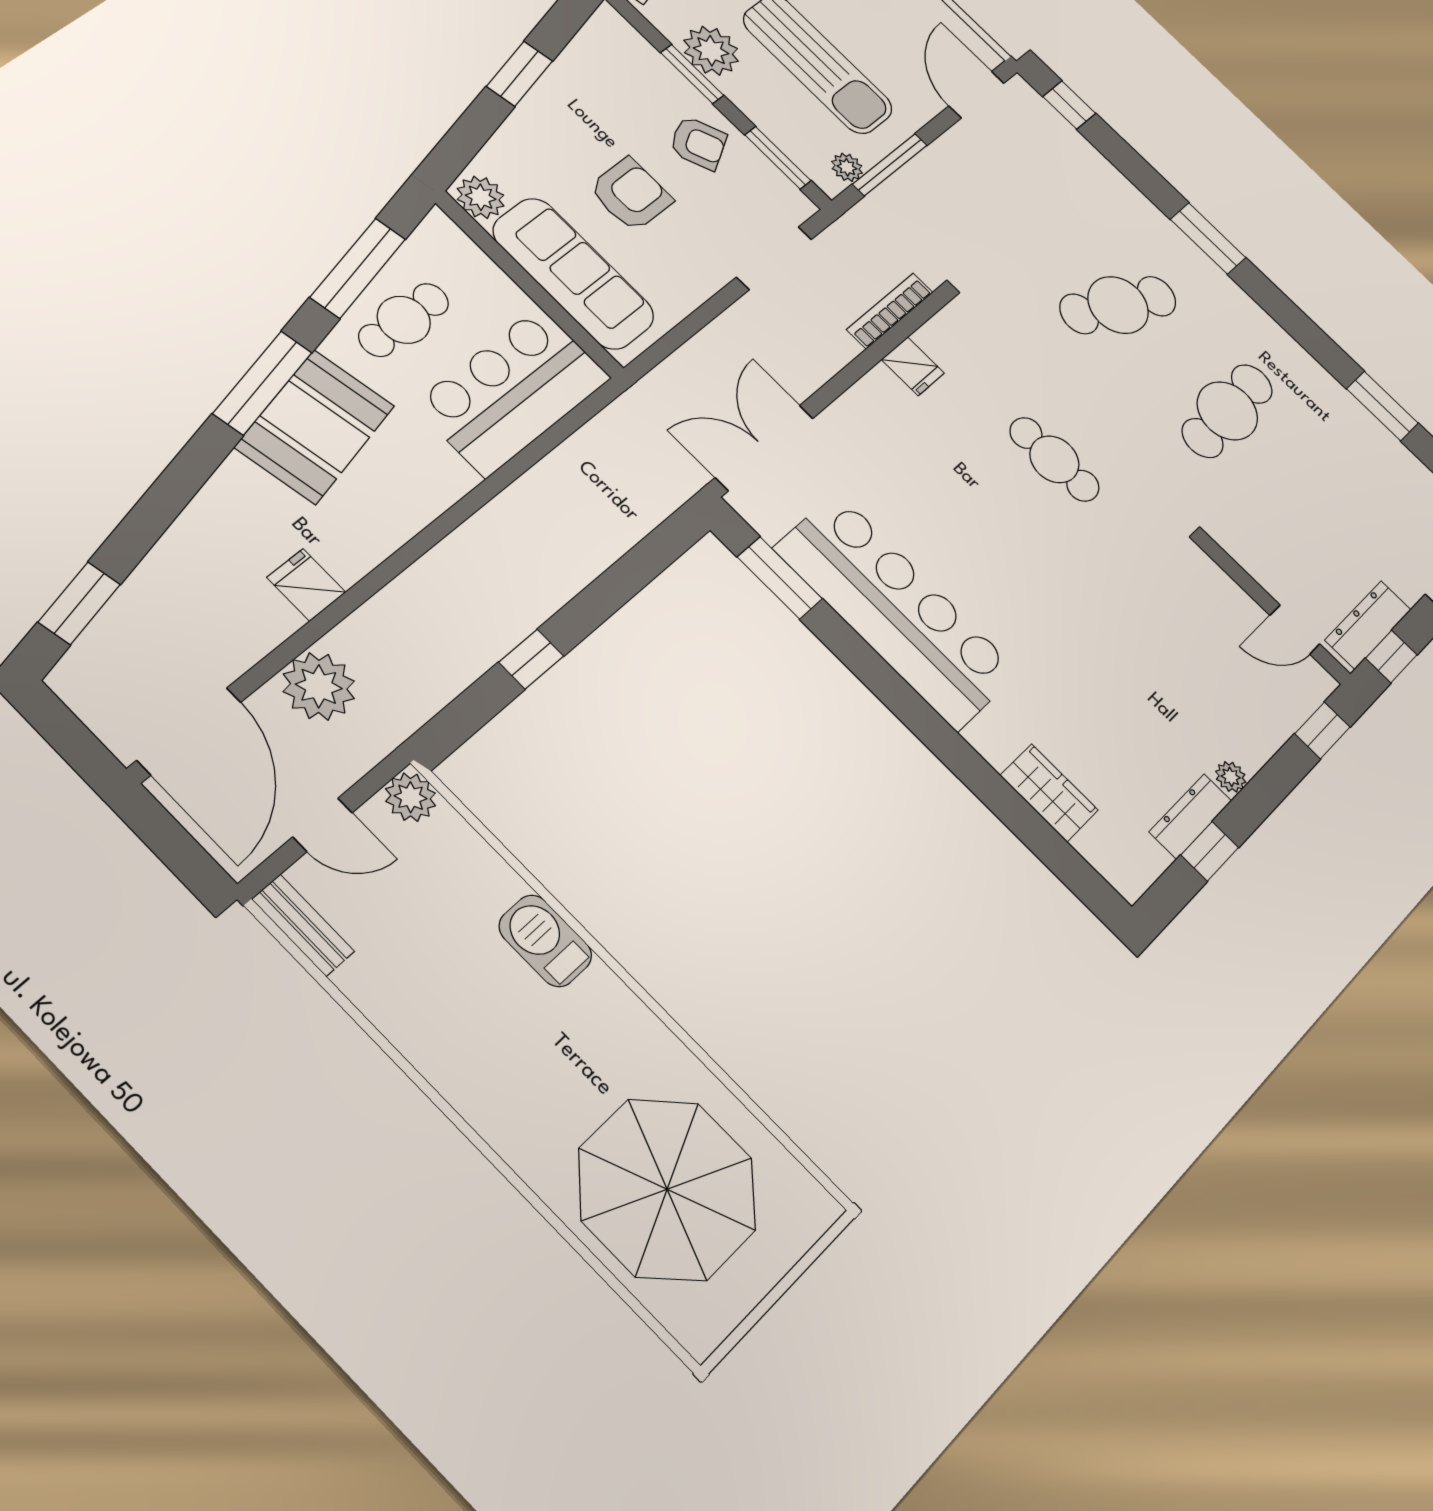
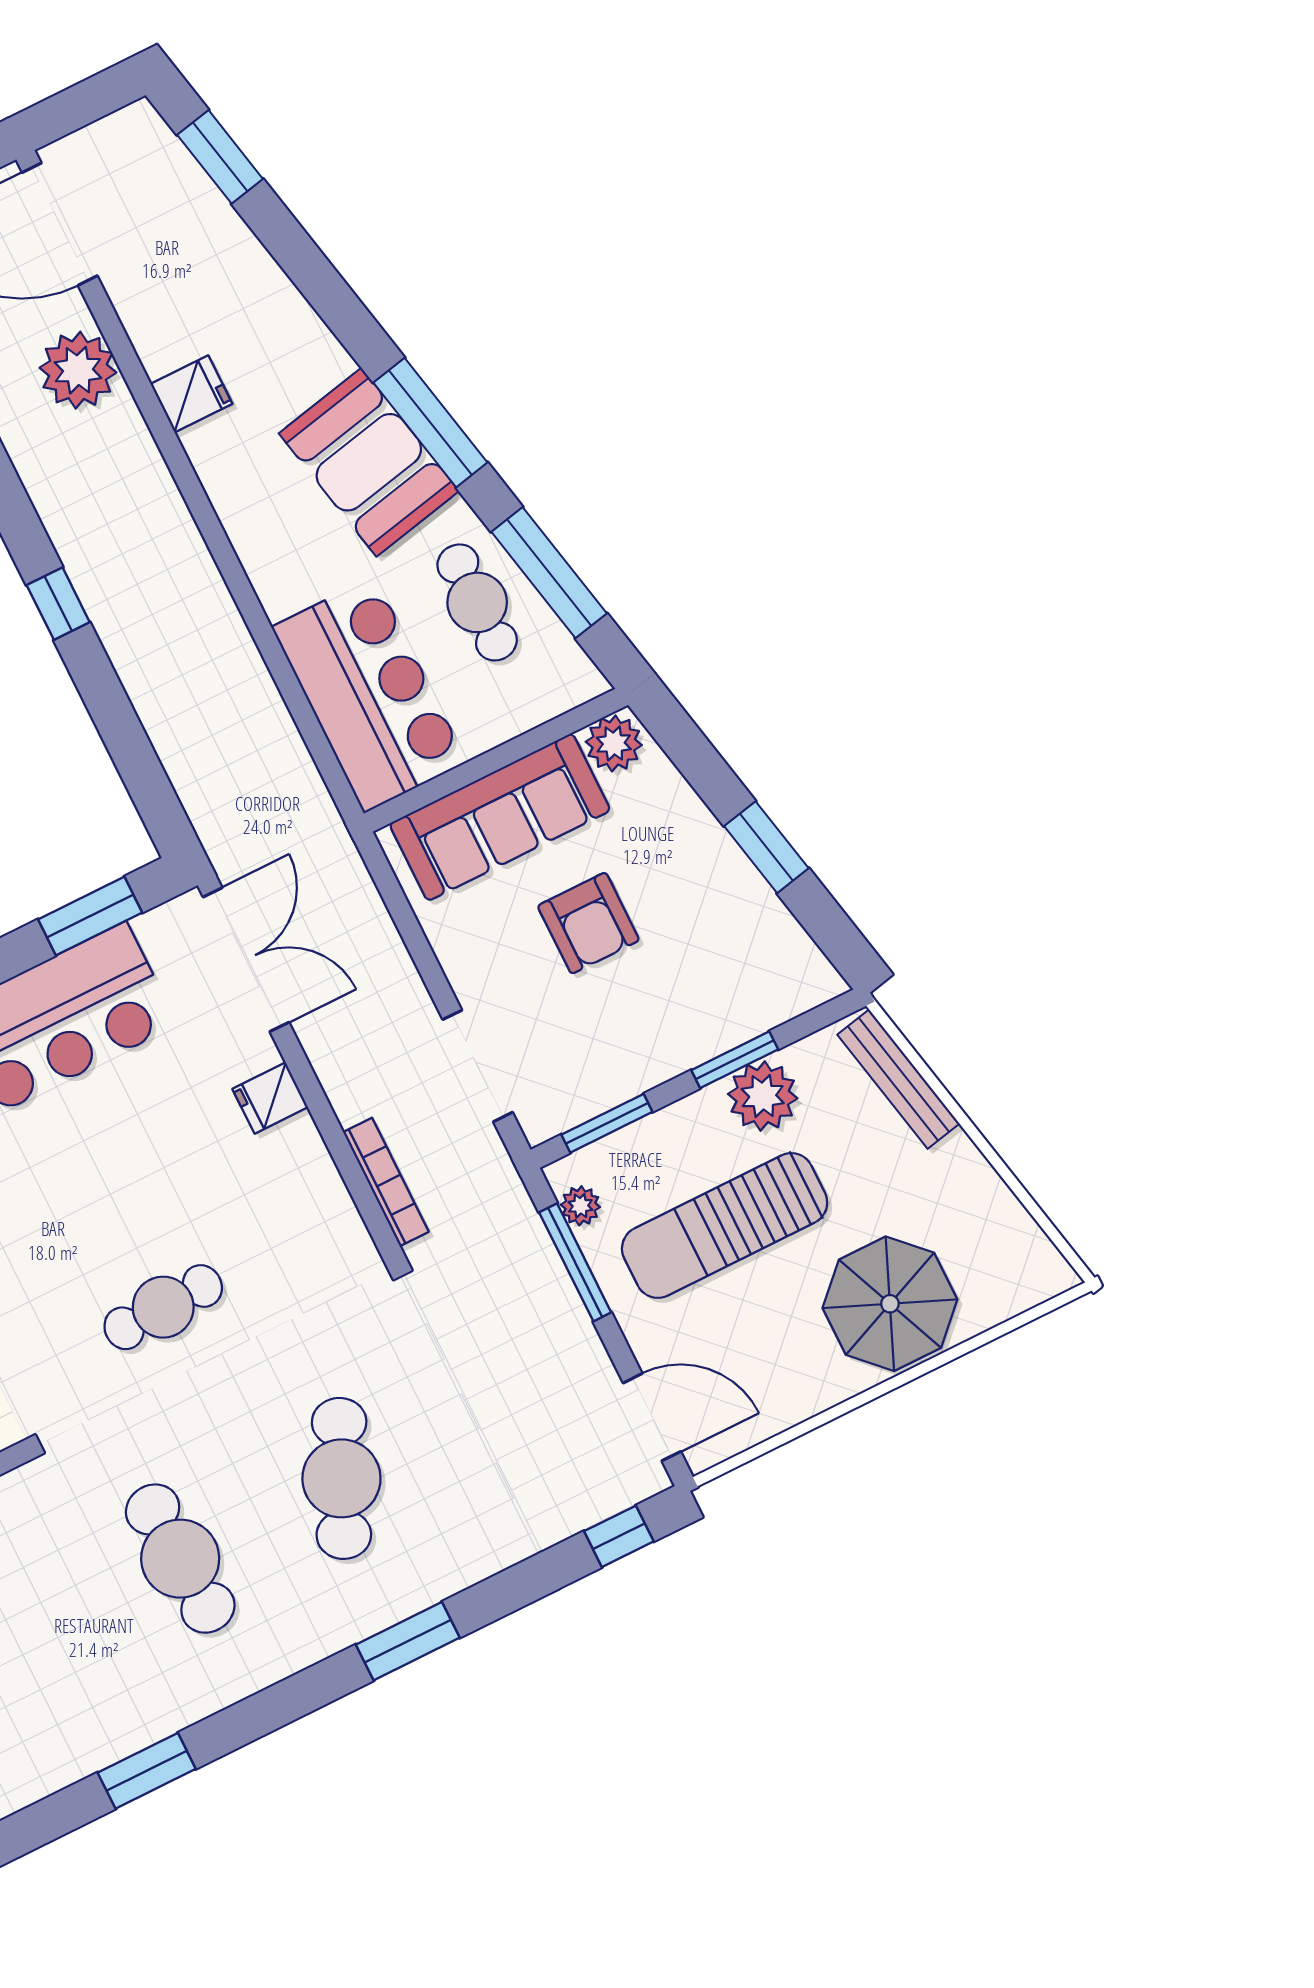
armchair: (698, 143) -> (642, 1032), removed
fridge: (913, 366) -> (270, 1098), moved

